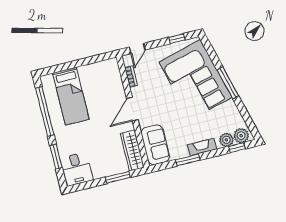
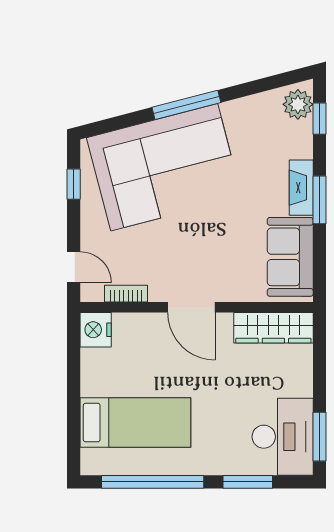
nightstand: (110, 66) -> (96, 330), added
plant: (226, 140) -> (299, 136), removed
sofa: (155, 145) -> (290, 257), moved, turned -90
window: (188, 160) -> (319, 200), moved
desk: (77, 169) -> (283, 437), width x1.37
window: (118, 177) -> (319, 437), moved

